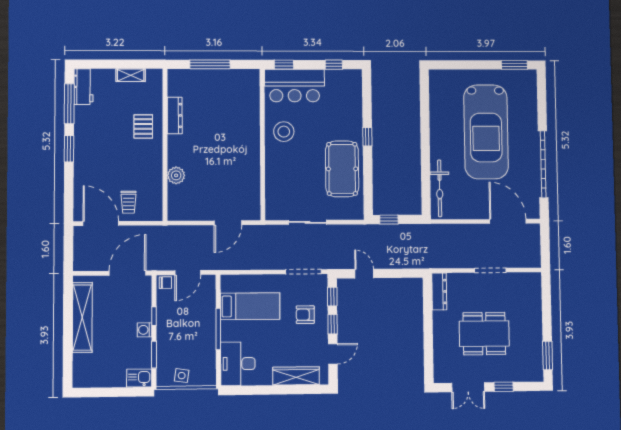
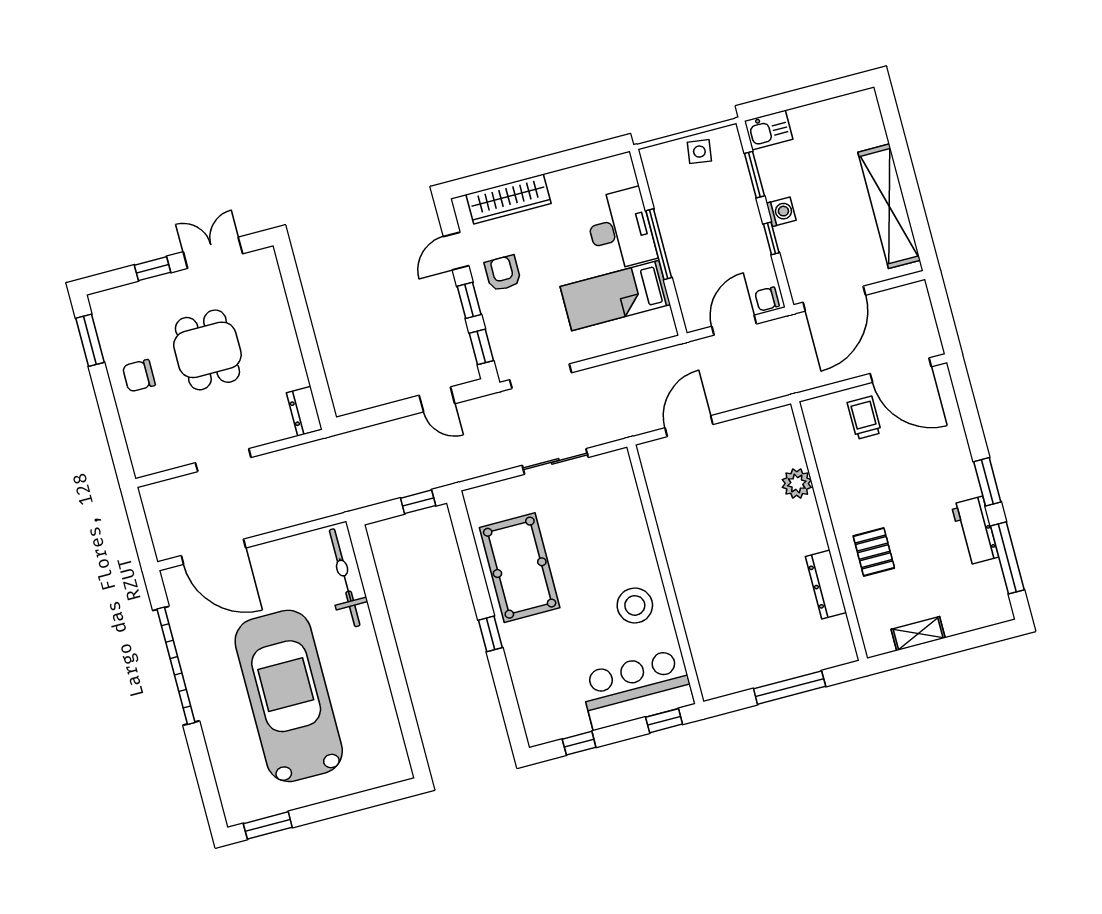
workbench: (84, 87) -> (975, 531), moved
dresser: (439, 291) -> (304, 411), width x0.70
armchair: (305, 315) -> (503, 273), moved, turned -90
chair: (525, 329) -> (139, 376), added
dining table: (484, 334) -> (207, 350), width x0.73
desk: (238, 364) -> (620, 229), moved

